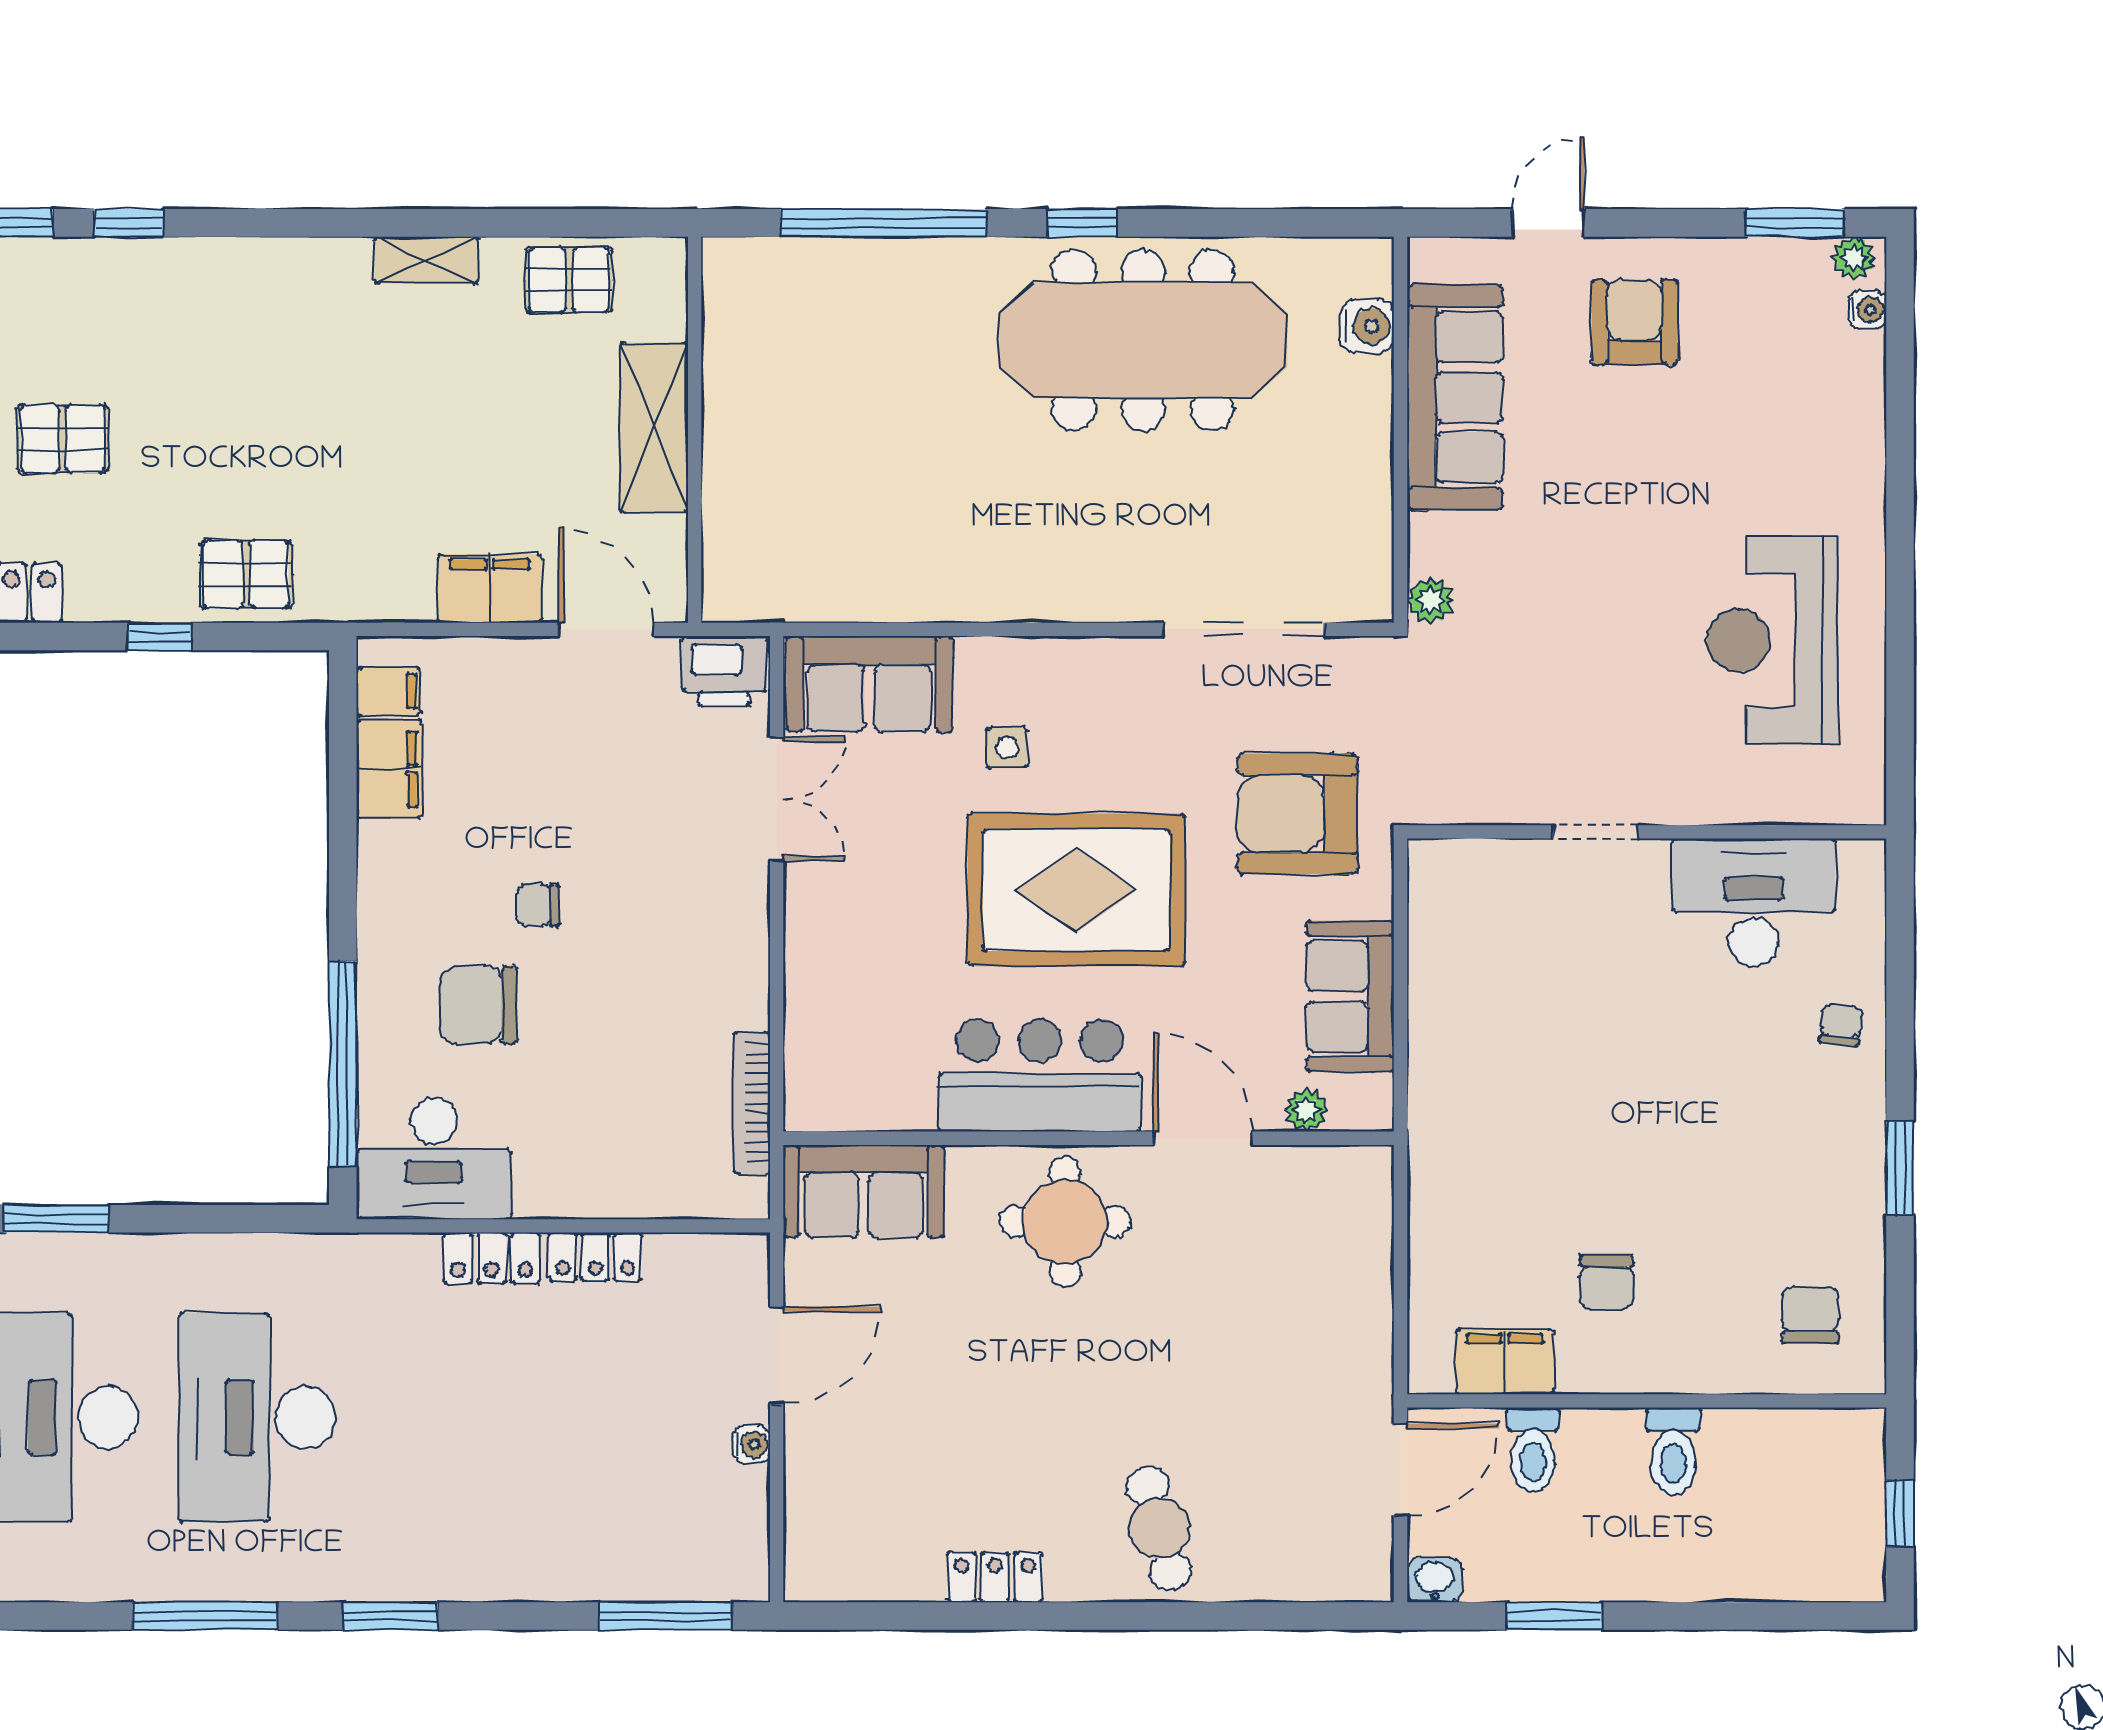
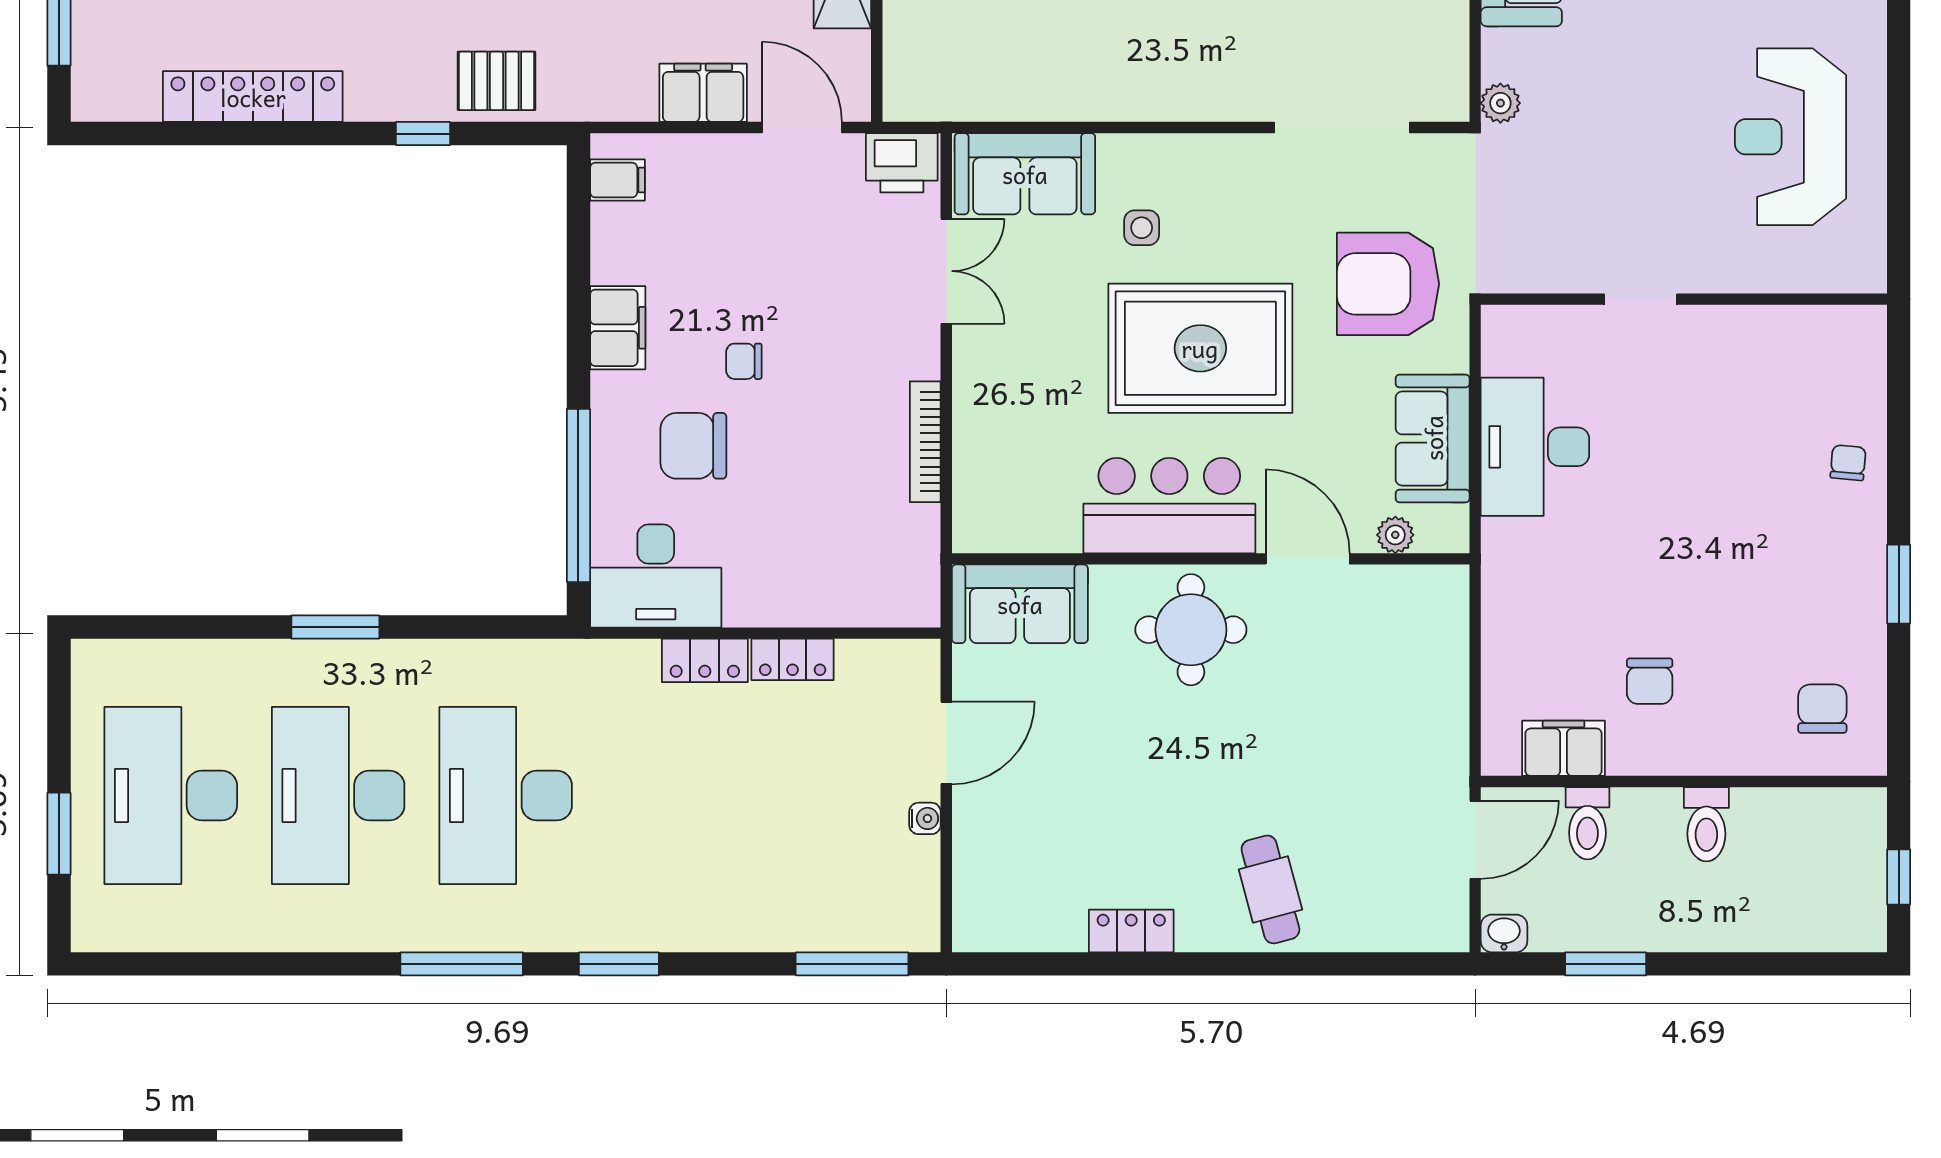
filing cabinet: (389, 769) -> (618, 328), moved
desk: (1754, 902) -> (1535, 447), moved, turned -90
bookcase: (752, 1103) -> (925, 442), moved

